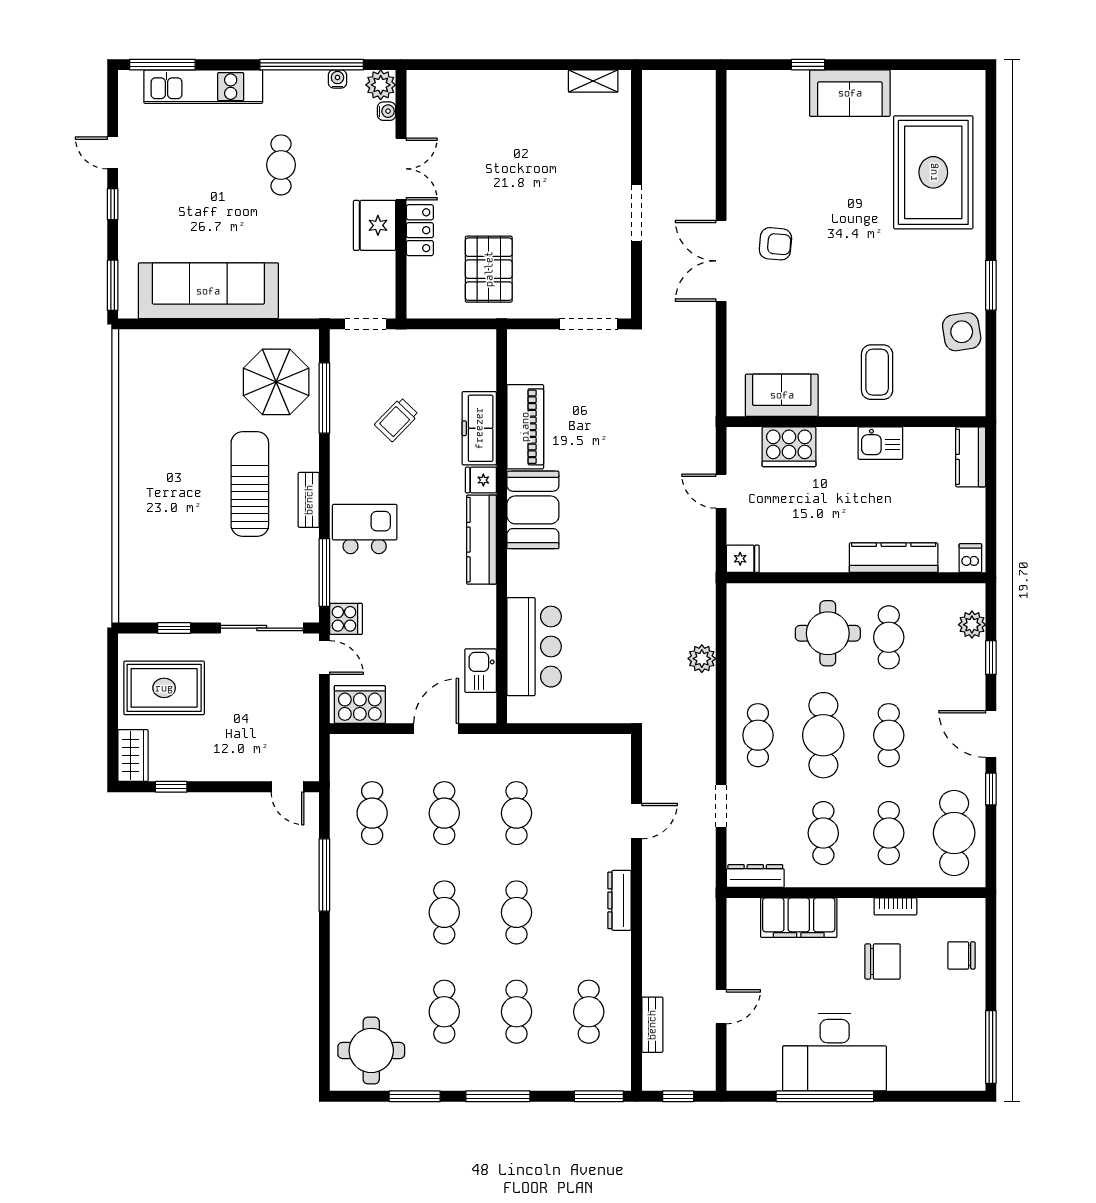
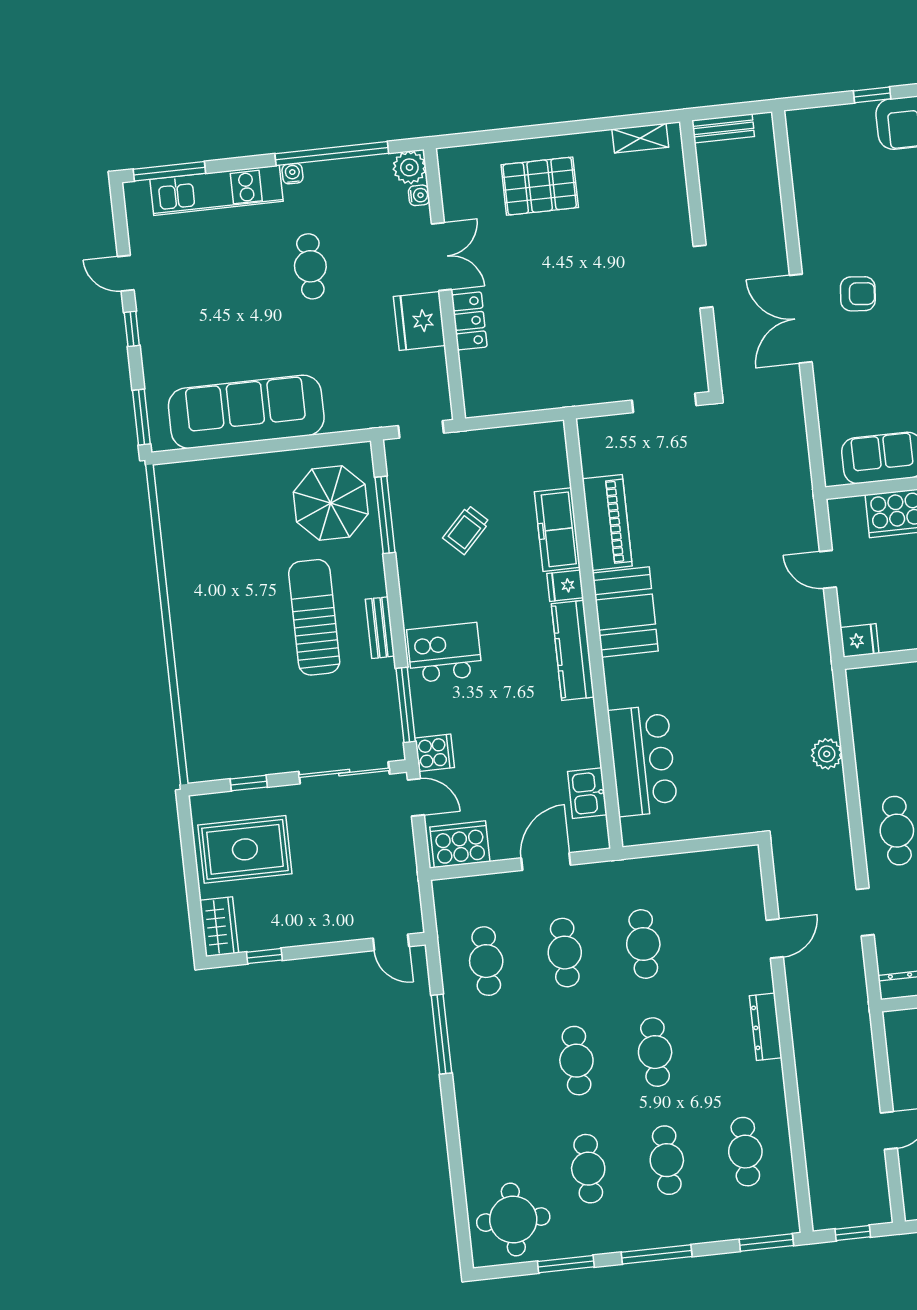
water cooler: (337, 79) -> (292, 174), moved
pallet: (489, 269) -> (540, 186), moved, turned 90
bench: (652, 1025) -> (723, 128), moved, turned 90

